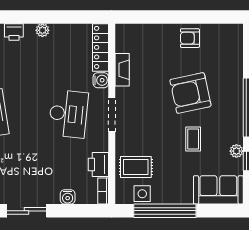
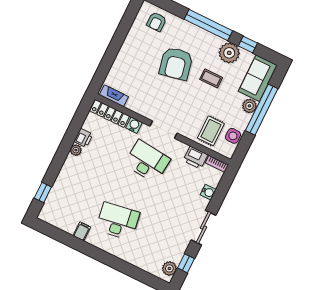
printer: (14, 32) -> (83, 138), moved
armchair: (190, 38) -> (156, 22), moved
fireplace: (122, 70) -> (114, 96), moved
plant: (236, 151) -> (229, 53), width x1.88, depth x1.88
plant: (184, 196) -> (249, 106), added
window: (165, 211) -> (262, 110), moved

